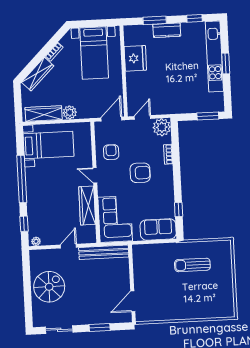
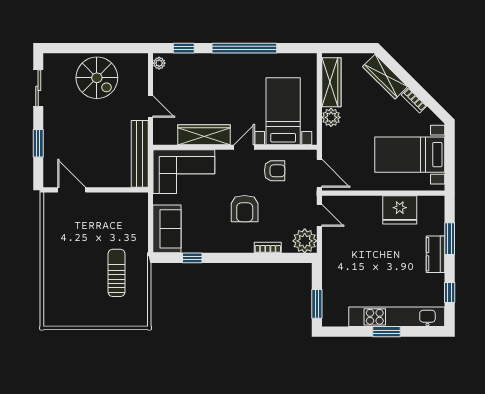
bed with nightstands: (48, 145) -> (283, 111), moved, turned 180

